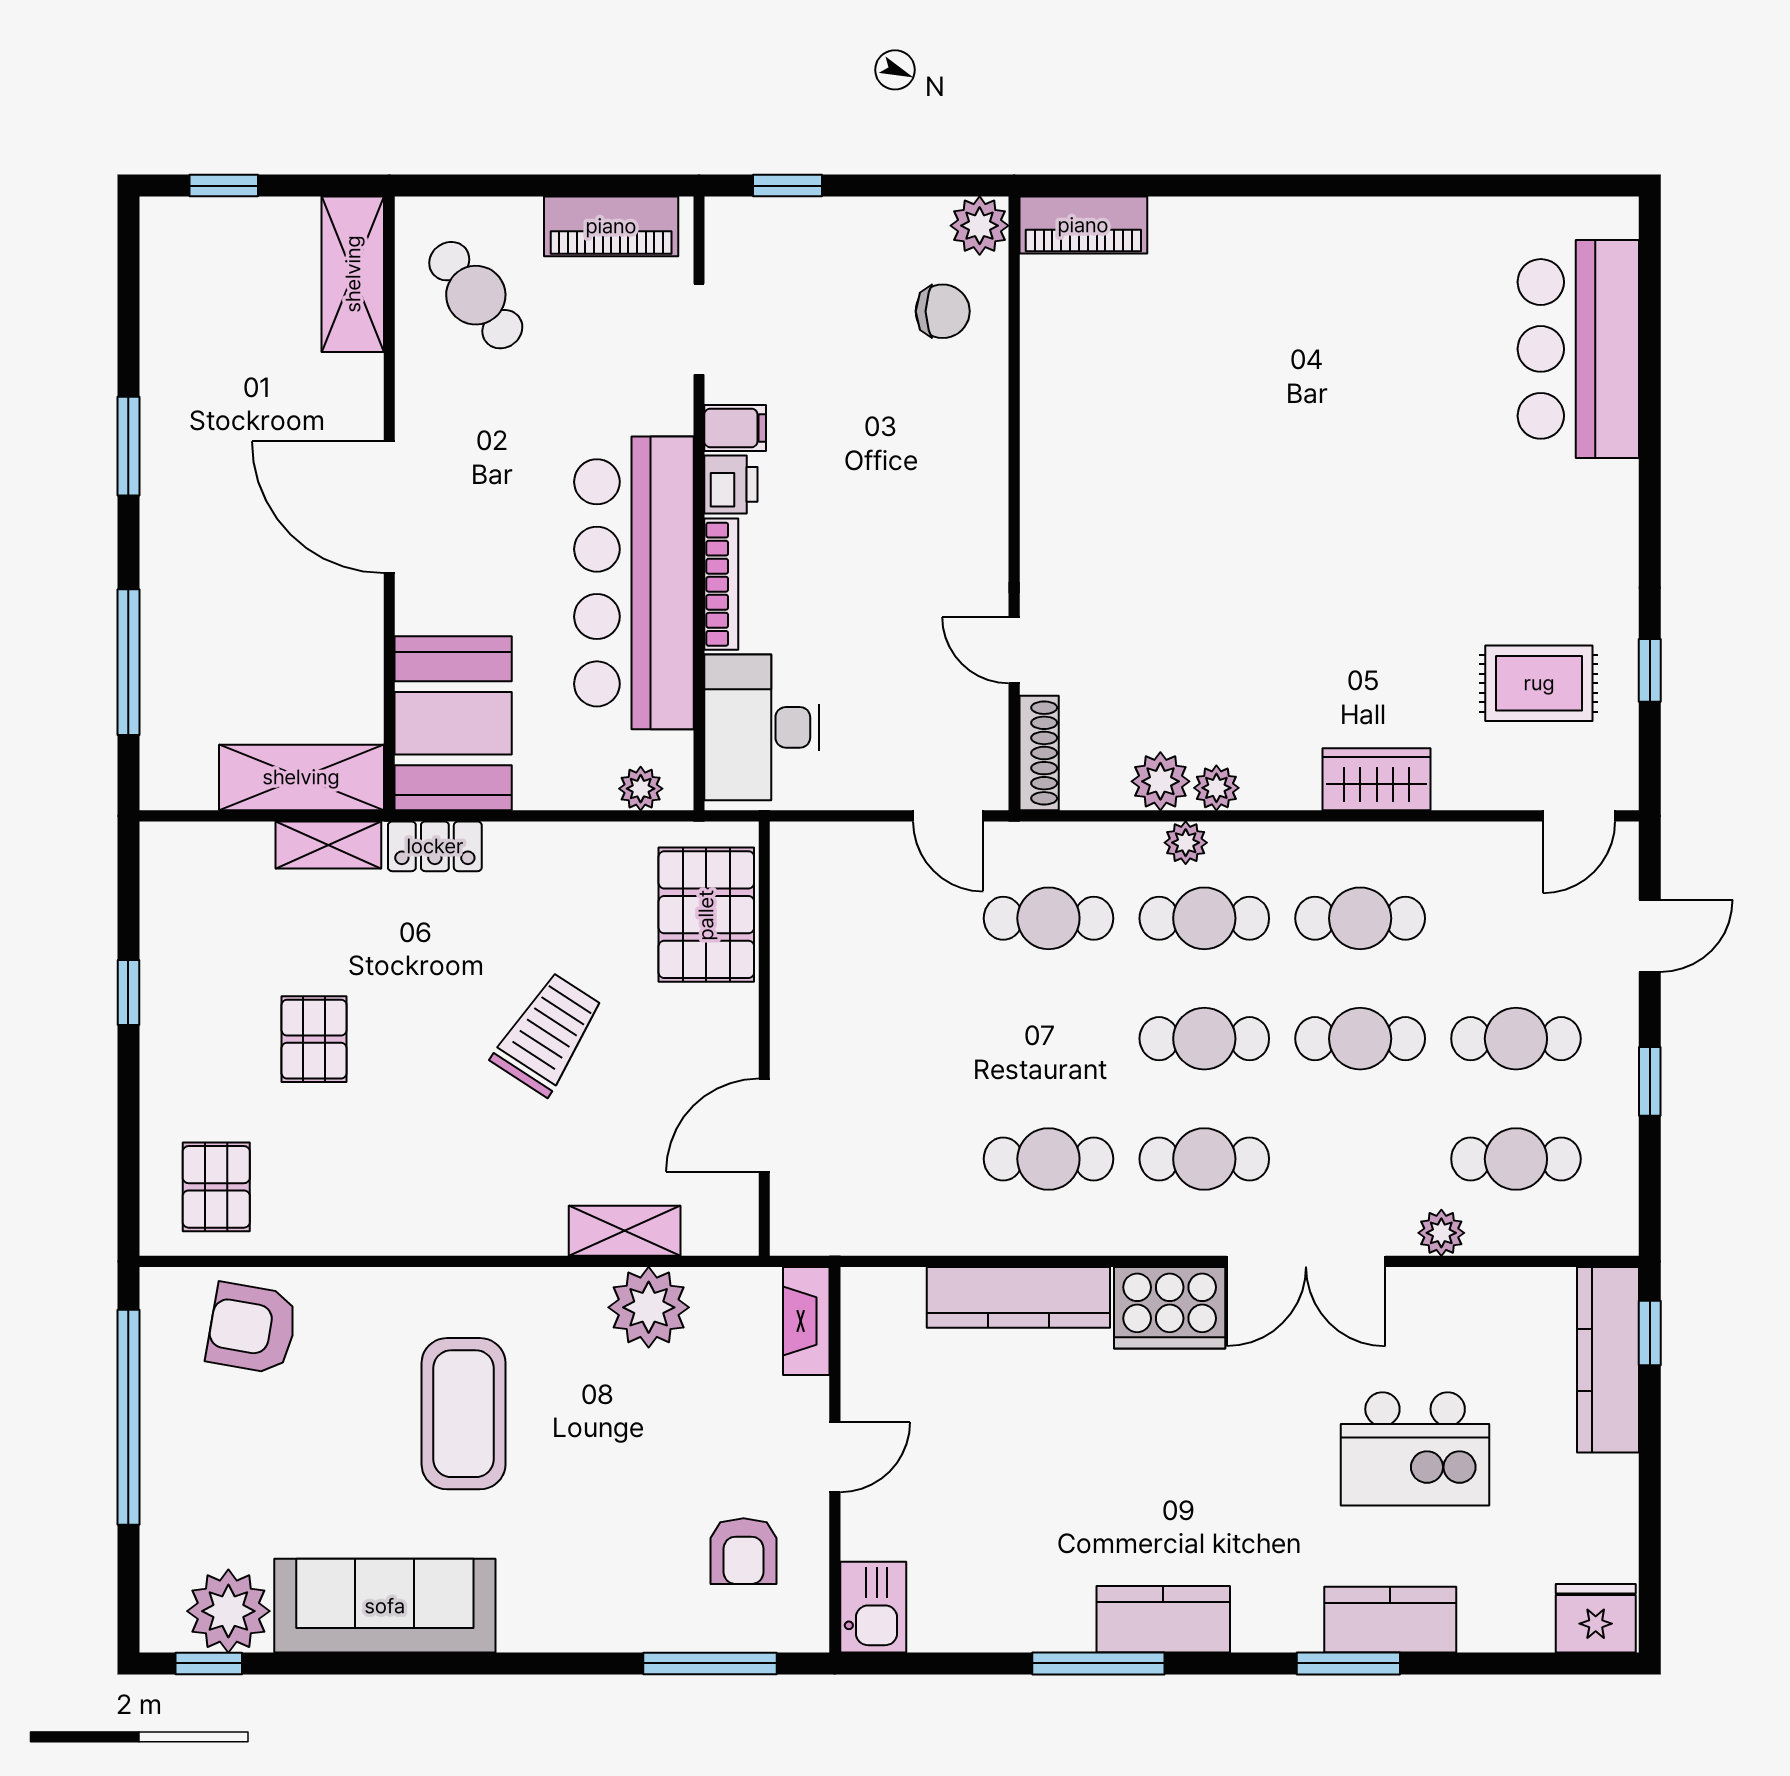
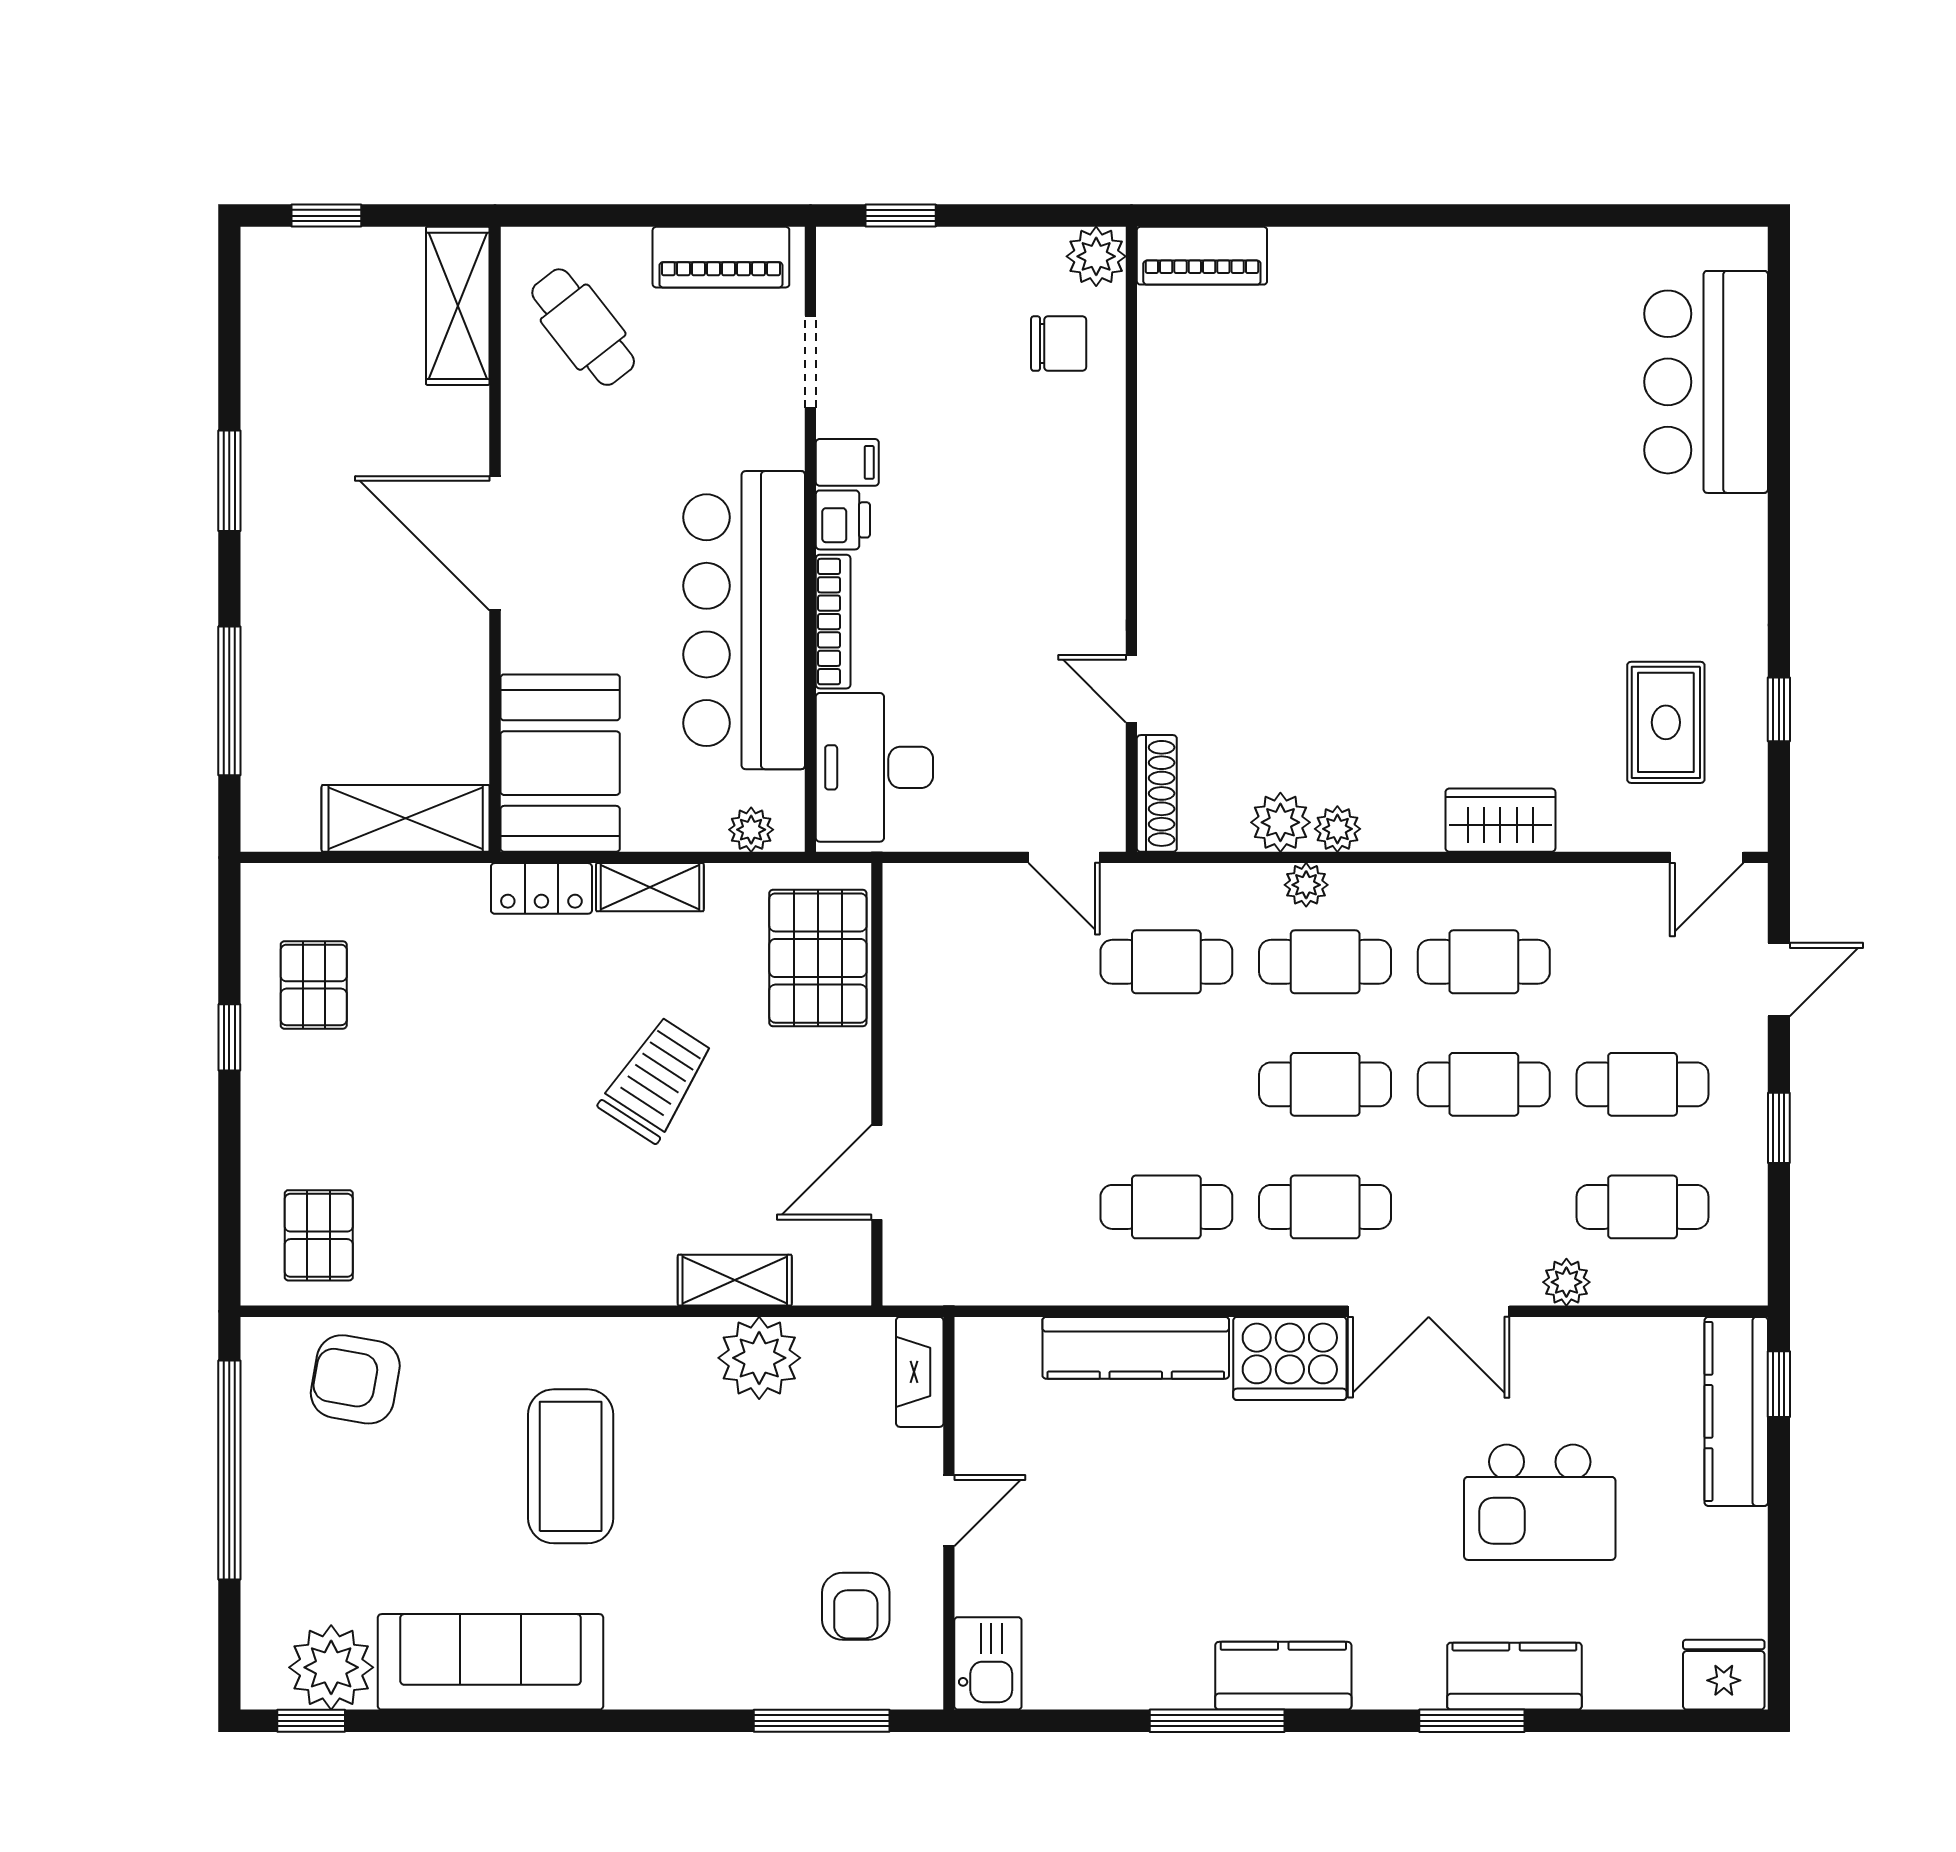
rug: (1539, 683) -> (1666, 722), turned 90
shelving: (328, 845) -> (650, 887), moved
pallet: (314, 1039) -> (314, 985), moved

